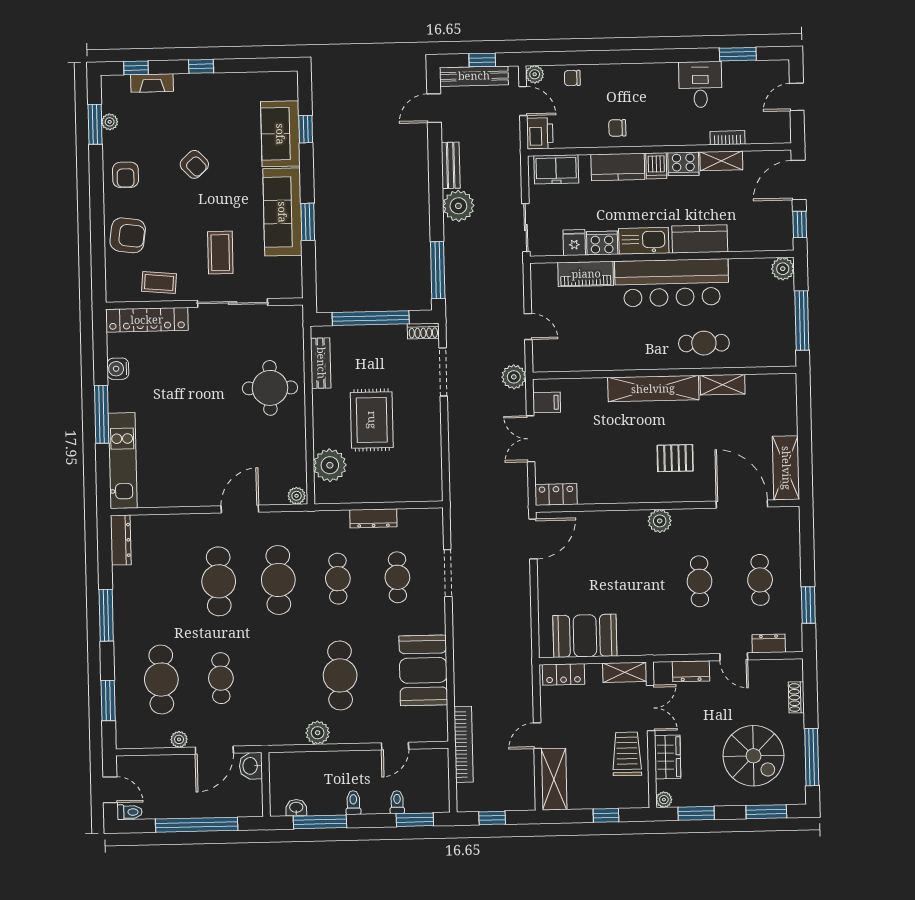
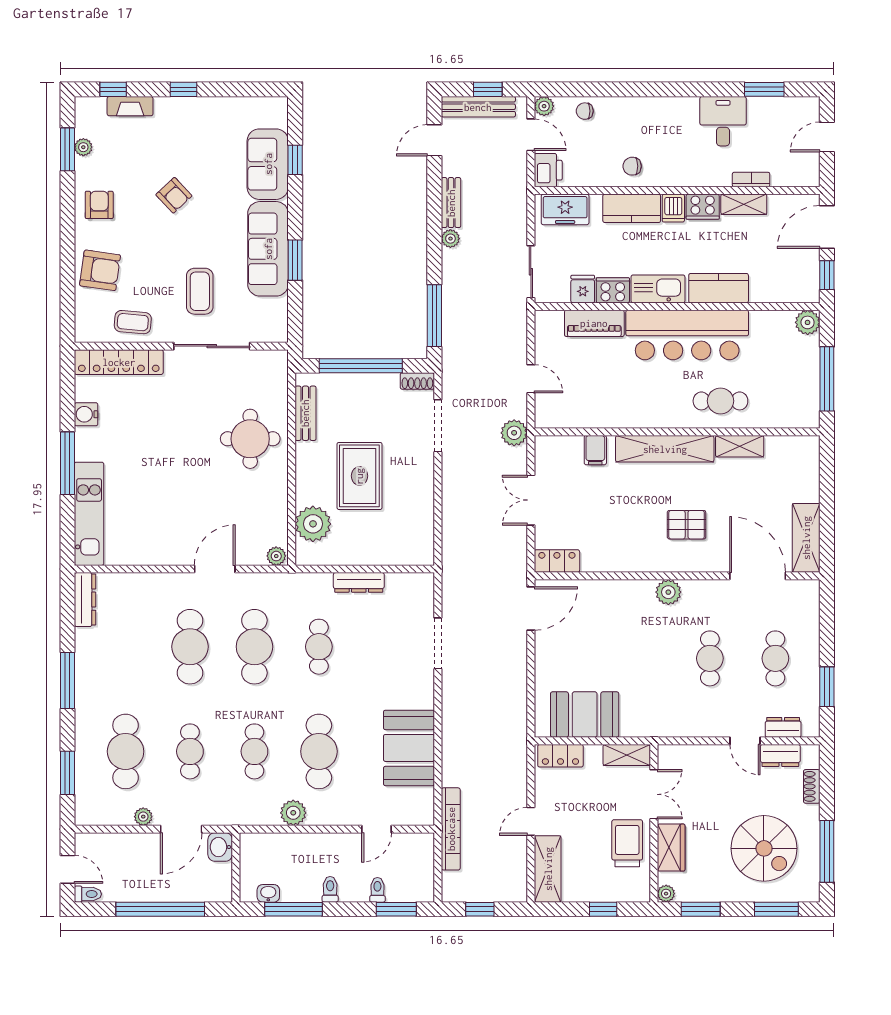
armchair: (126, 175) -> (99, 205), turned 180
plant: (458, 206) -> (450, 239), width x0.53, depth x0.53
filing cabinet: (547, 402) -> (595, 450), moved, turned 90
cafe table: (397, 577) -> (254, 751), moved
dresser: (691, 671) -> (780, 755), moved

